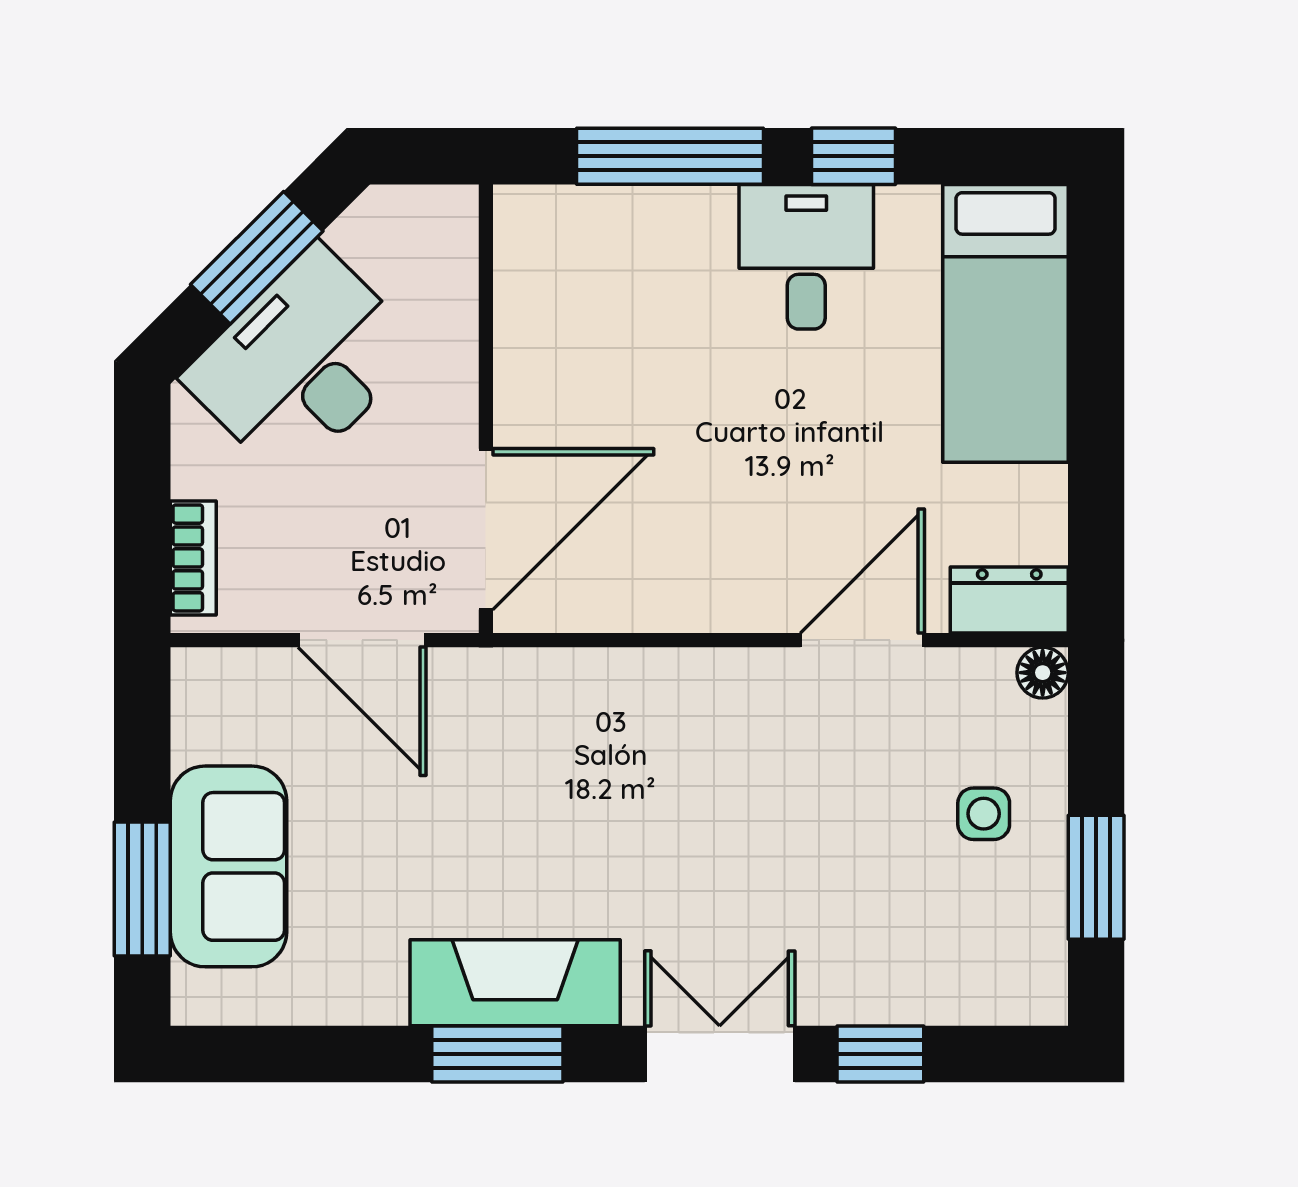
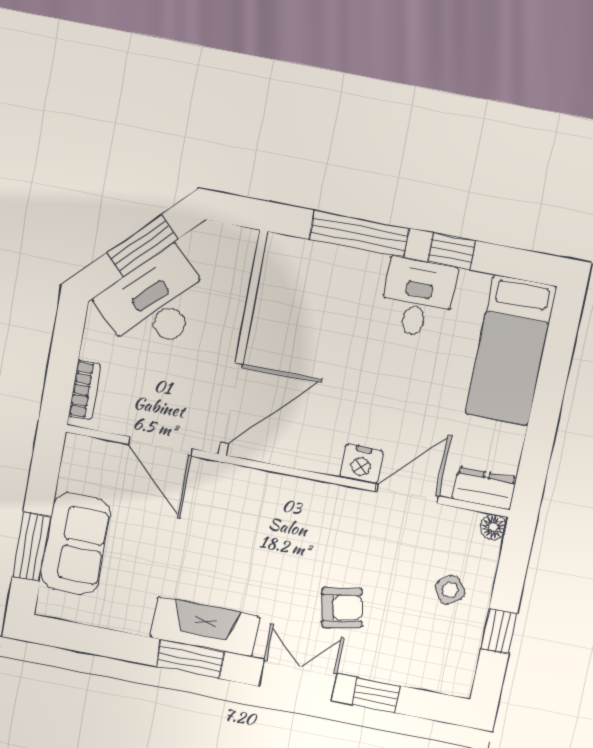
nightstand: (761, 599) -> (361, 464), added
side table: (984, 814) -> (450, 590), turned -34
window: (1096, 877) -> (499, 631), width x0.67
armchair: (779, 891) -> (342, 608), added

